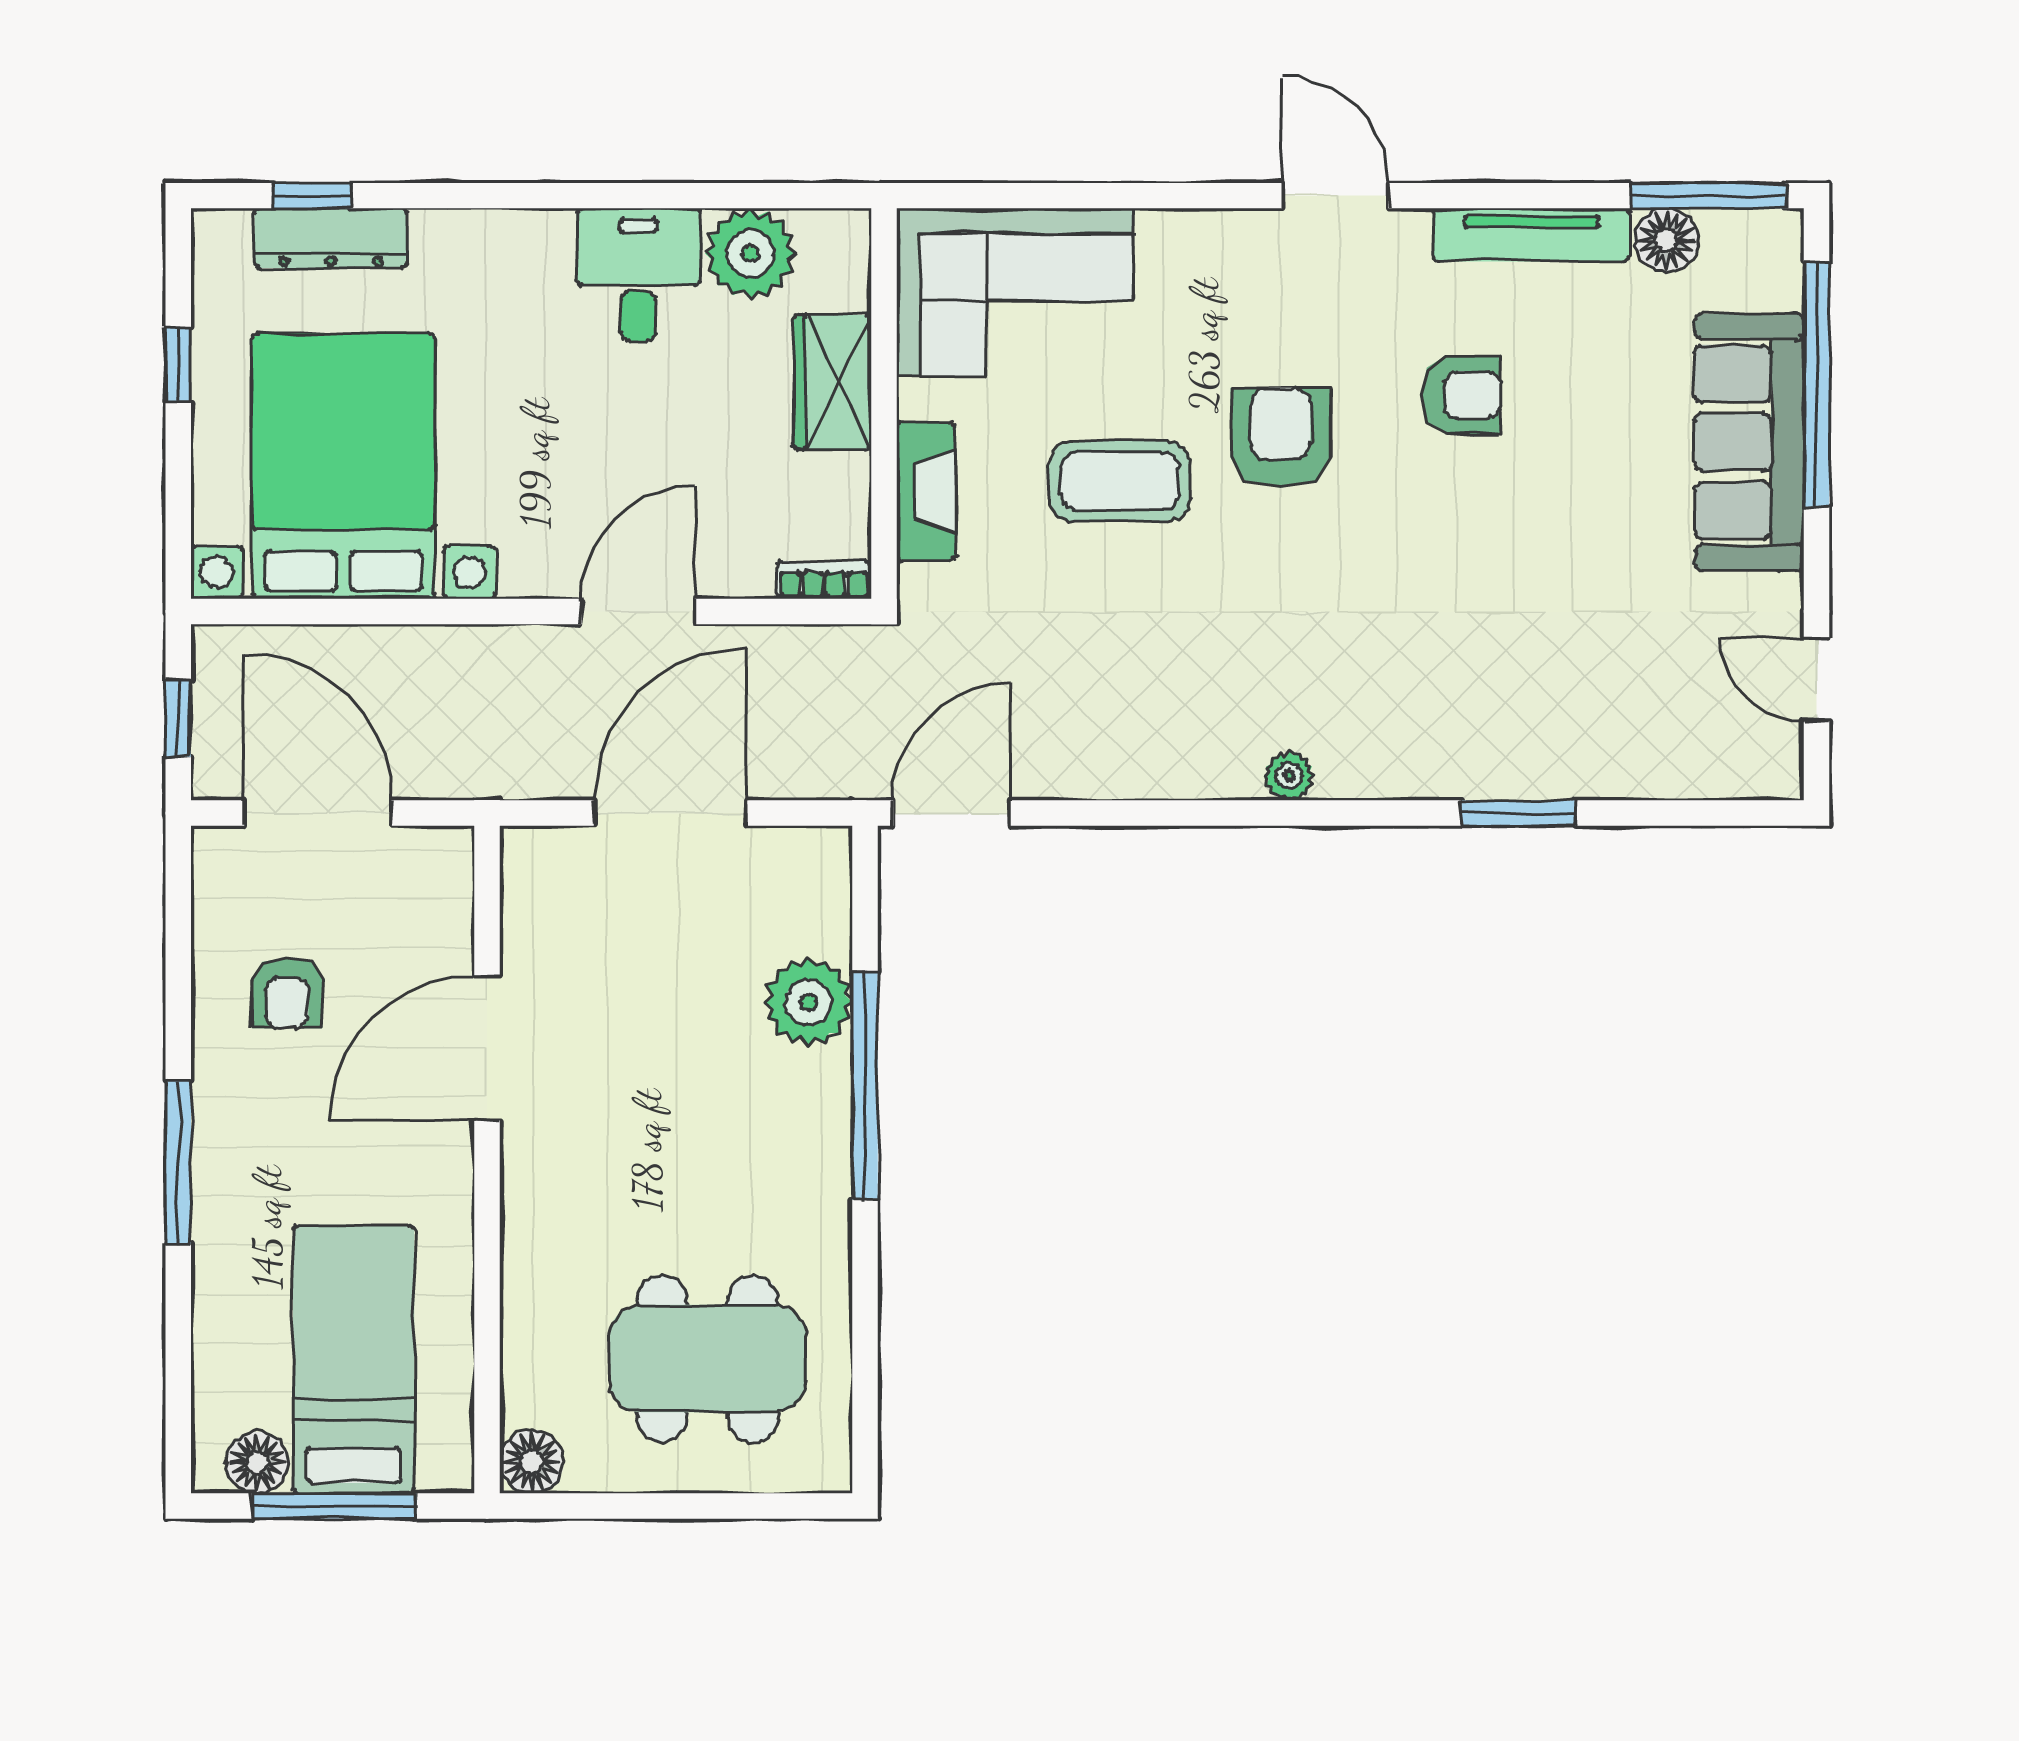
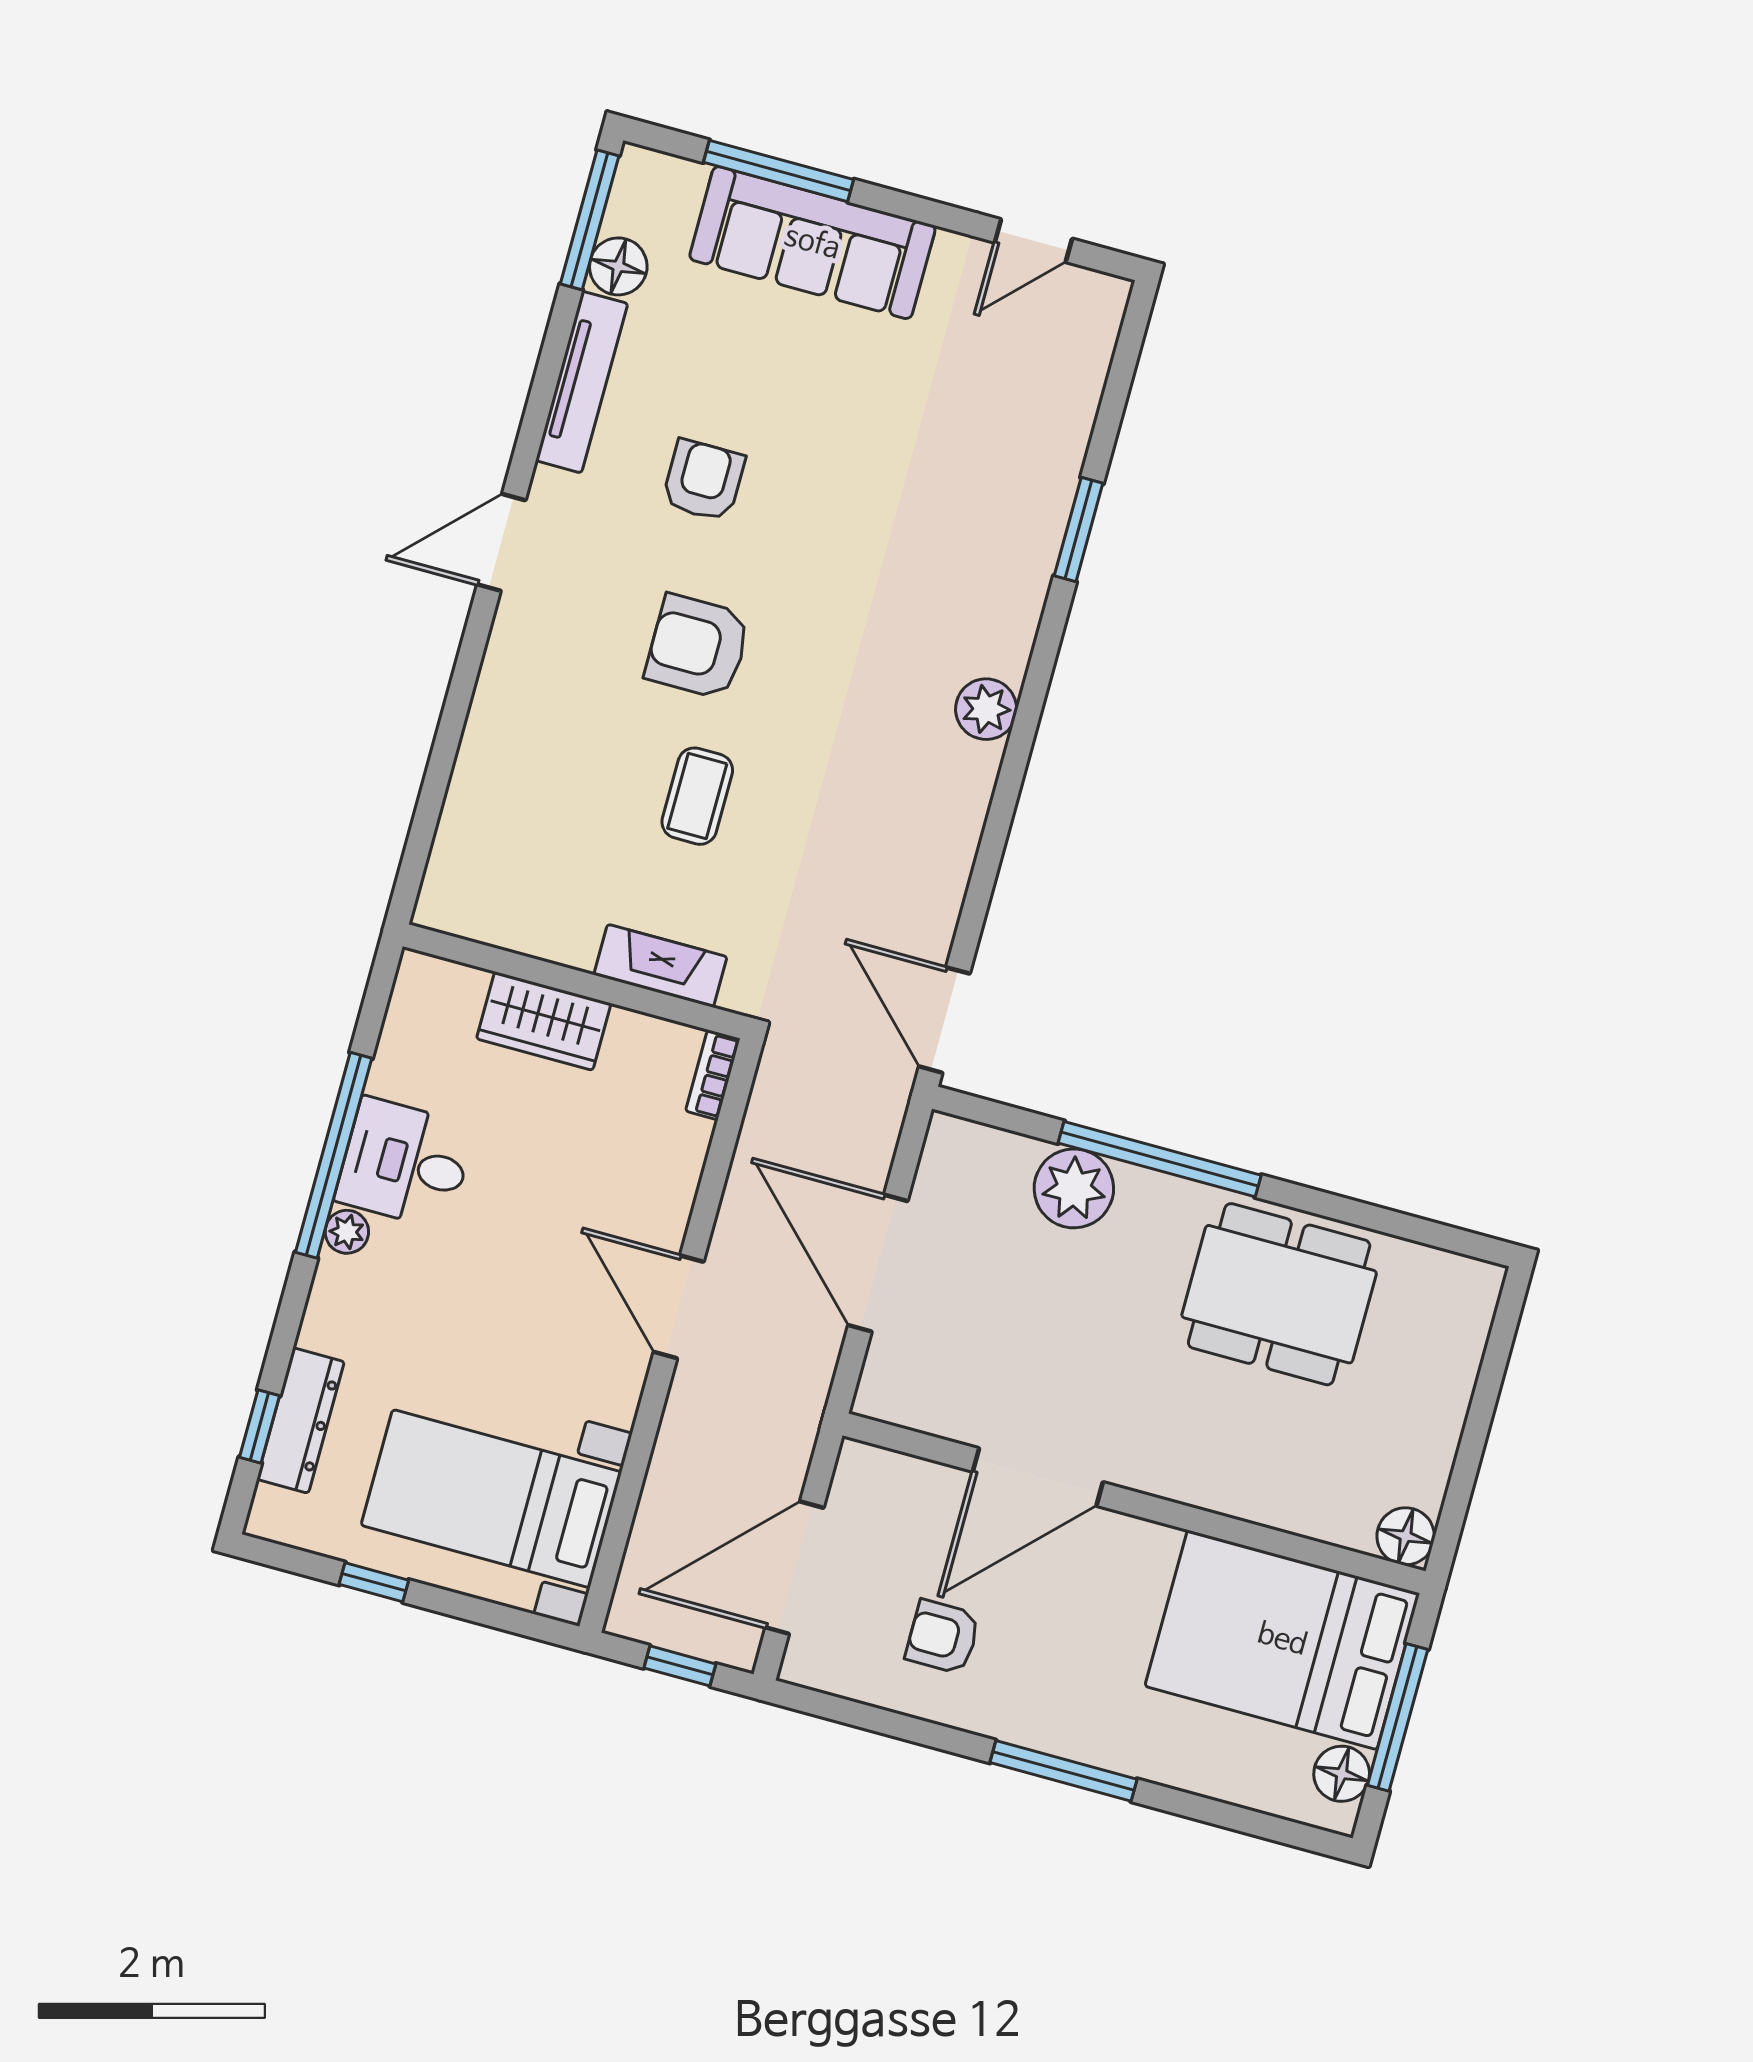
window: (626, 196) -> (334, 1155), added
plant: (750, 253) -> (347, 1232), moved, width x0.53, depth x0.53
corner sofa: (1015, 292) -> (509, 842), removed
window: (1816, 385) -> (779, 171), width x0.68
bed with nightstands: (343, 466) -> (491, 1499), width x0.73
coffee table: (1120, 481) -> (697, 796), width x0.73, depth x0.77
door: (638, 611) -> (679, 1307), moved
plant: (1289, 776) -> (986, 709), width x1.38, depth x1.38
armchair: (287, 993) -> (943, 1637), turned 180
door: (487, 1048) -> (1038, 1477), hinge flipped
dining table: (708, 1358) -> (1279, 1294), moved, turned 90
bed: (354, 1359) -> (1282, 1640), width x1.50

